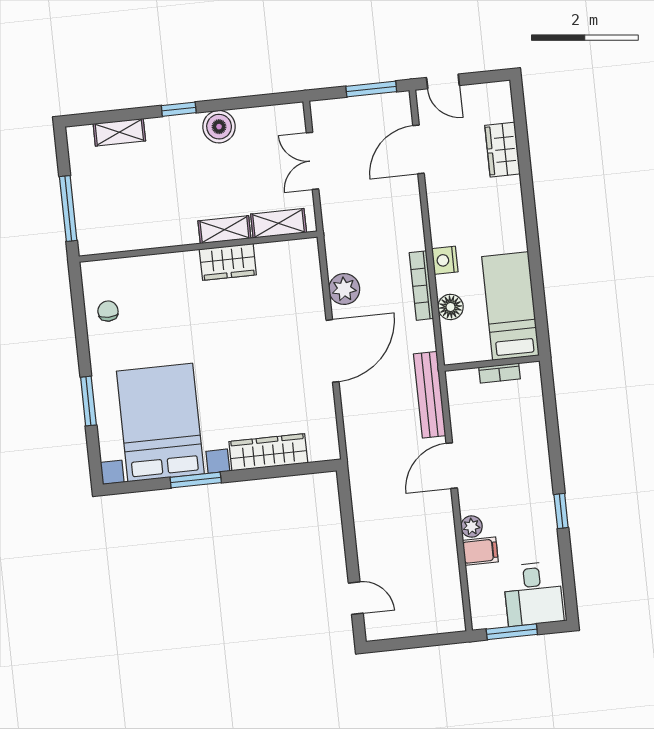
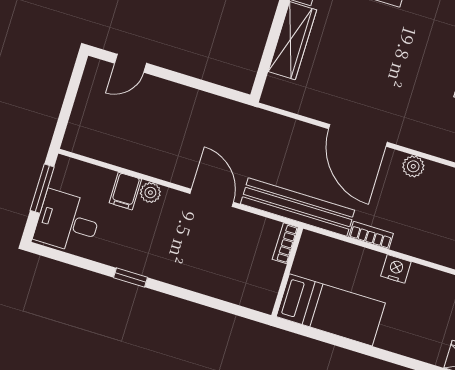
bookcase: (421, 286) -> (371, 235), width x0.64
plant: (344, 289) -> (413, 166), width x0.73, depth x0.73
floor lamp: (451, 307) -> (352, 256), removed
bookcase: (499, 373) -> (285, 243), moved
bench: (430, 395) -> (298, 207), width x1.37, depth x1.21

